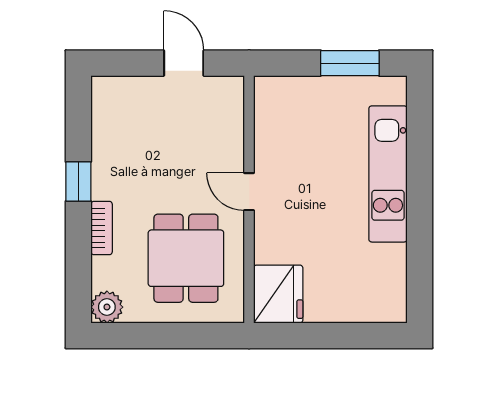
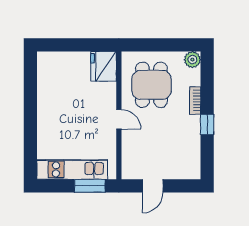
door: (184, 63) -> (153, 186), hinge flipped
window: (350, 63) -> (90, 186), moved
kitchen unit: (388, 174) -> (72, 169), moved, turned -90

